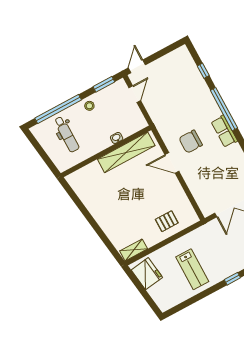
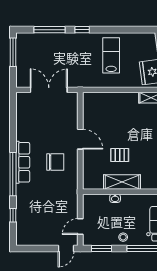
row of seats: (224, 131) -> (23, 162), width x1.48
shelving: (126, 152) -> (122, 182), width x0.68
door: (172, 163) -> (80, 139), moved
pallet: (167, 221) -> (120, 155), moved

